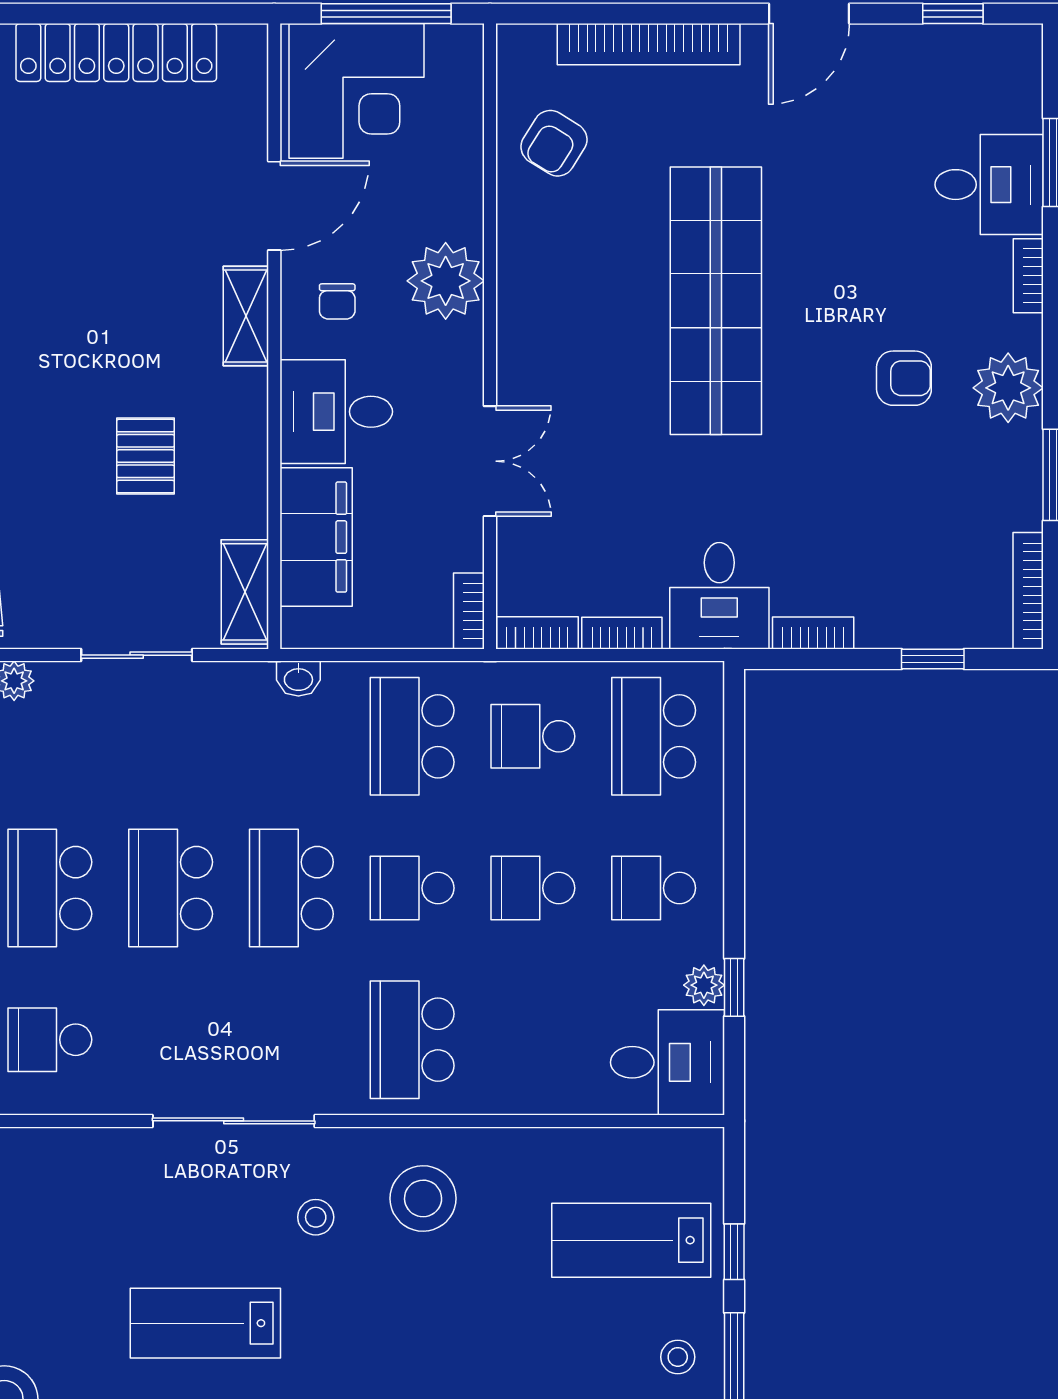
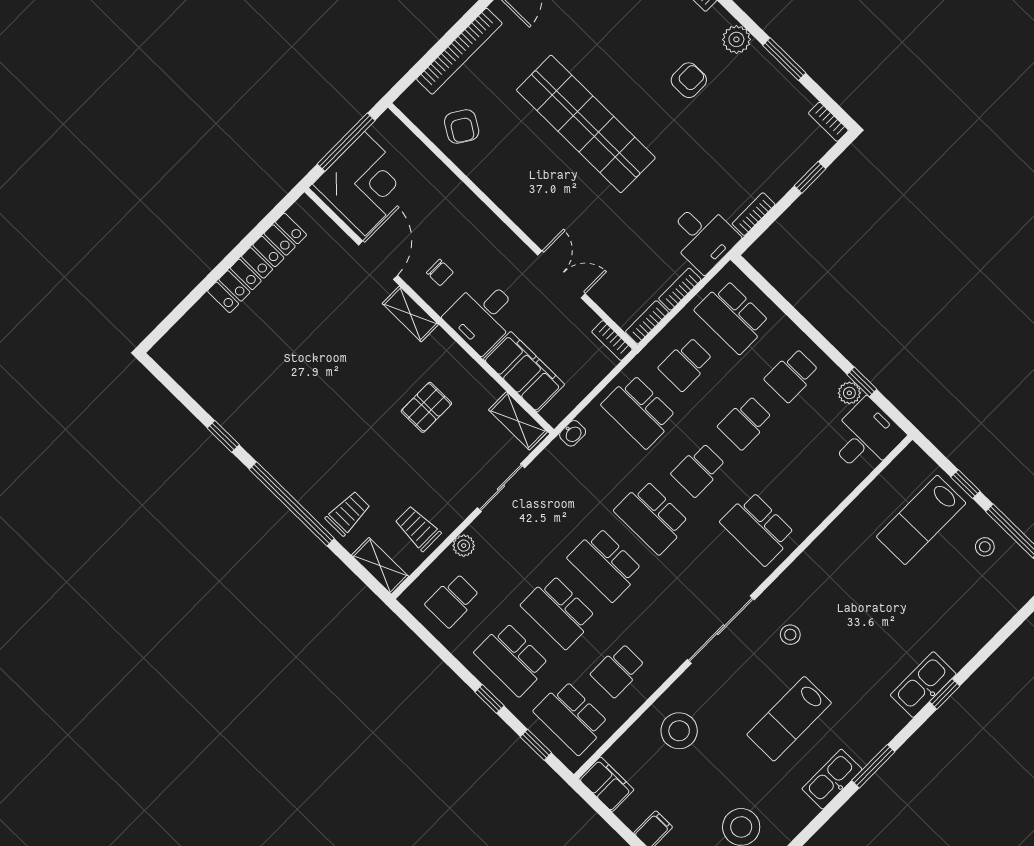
plant: (446, 281) -> (474, 222), removed
plant: (1008, 388) -> (736, 39), width x0.73, depth x0.73
pallet: (146, 456) -> (426, 407), turned 90
bookcase: (1028, 591) -> (828, 122), width x0.64
stool: (423, 1198) -> (679, 731), moved

